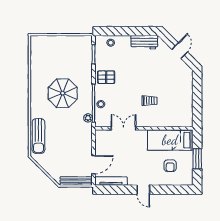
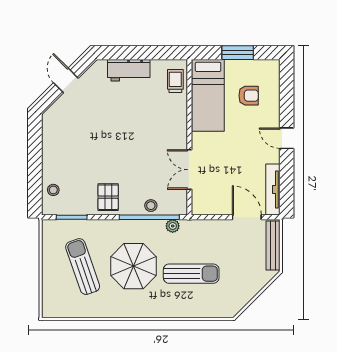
workbench: (144, 42) -> (129, 70), moved, turned 90
door: (180, 51) -> (66, 80), hinge flipped
sun lounger: (62, 61) -> (83, 267), added
trolley: (149, 101) -> (175, 81), moved
sun lounger: (38, 136) -> (191, 274), moved
door: (143, 190) -> (287, 138), swing flipped

